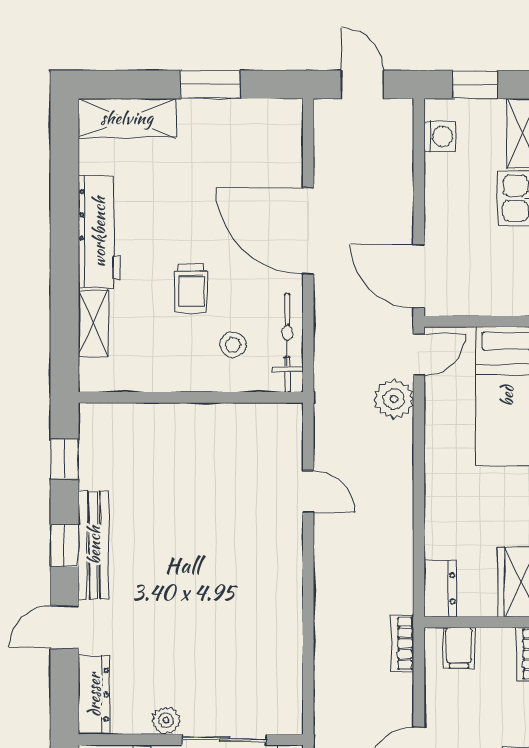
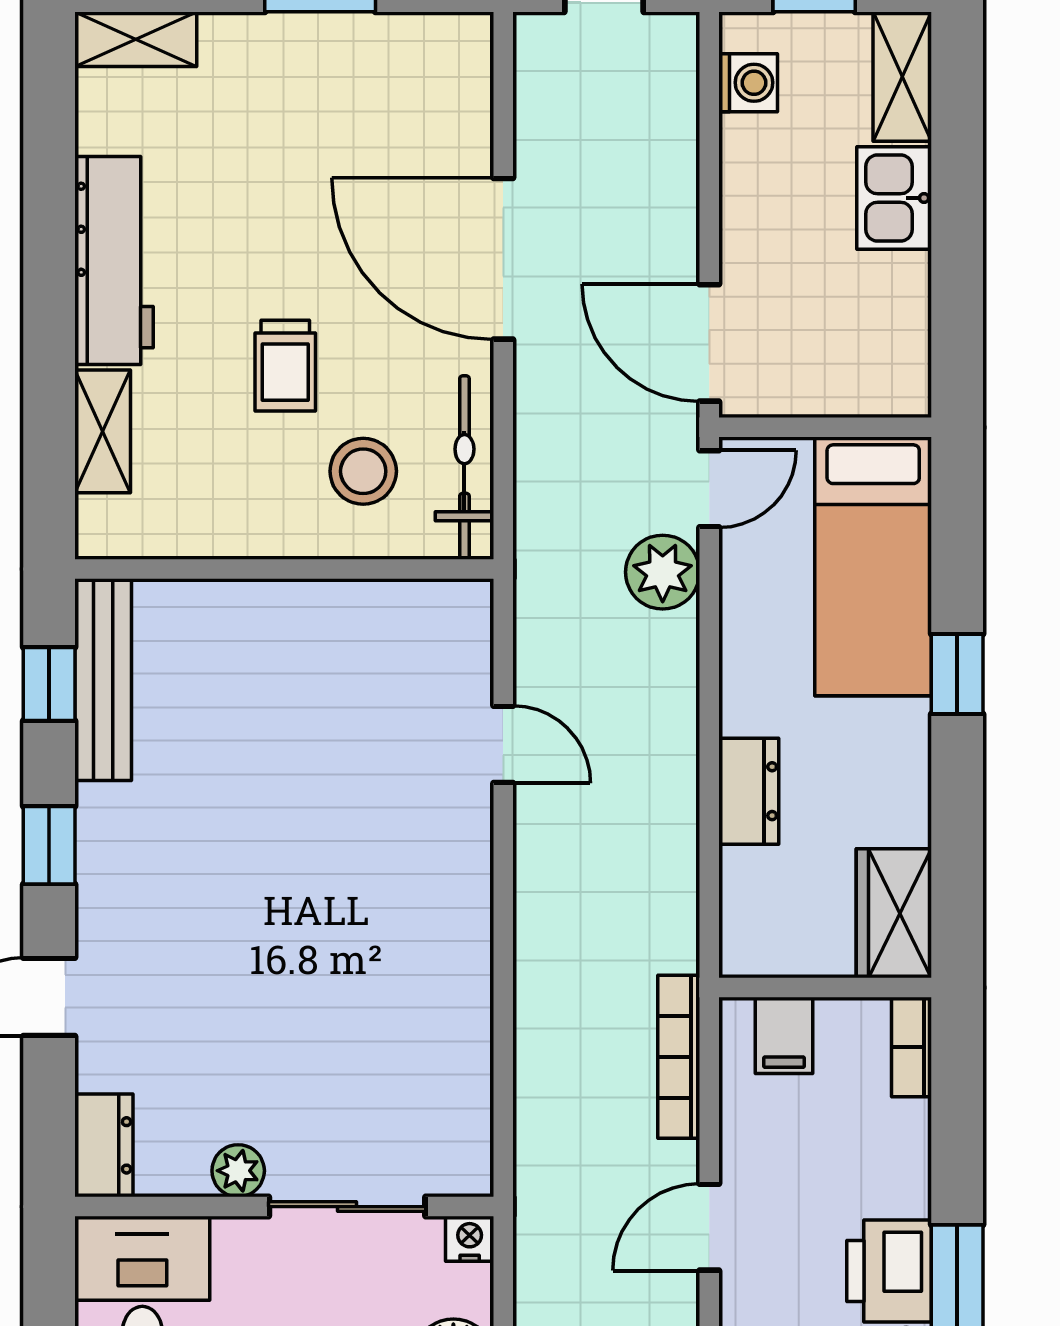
shelving: (127, 118) -> (136, 39), width x0.67, depth x0.75
stool: (233, 345) -> (363, 471), width x1.37, depth x1.37
bench: (94, 545) -> (103, 680), moved
dresser: (440, 588) -> (749, 791), moved
bookcase: (402, 643) -> (679, 1057), width x1.56
dresser: (94, 695) -> (104, 1145), width x0.70

